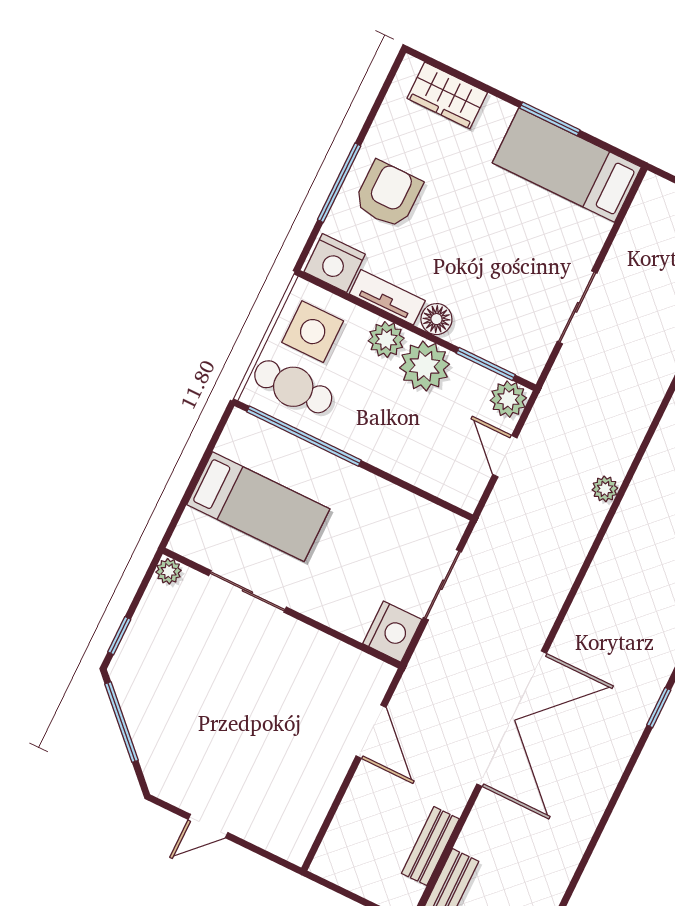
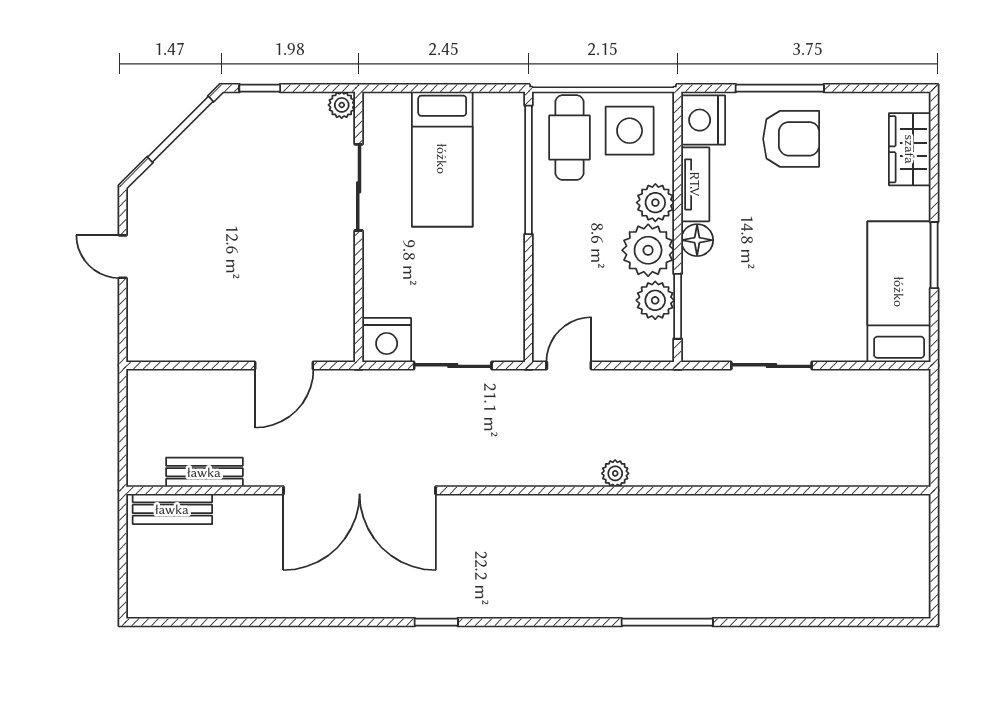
plant: (508, 399) -> (655, 300), moved
door: (505, 456) -> (569, 366), moved

